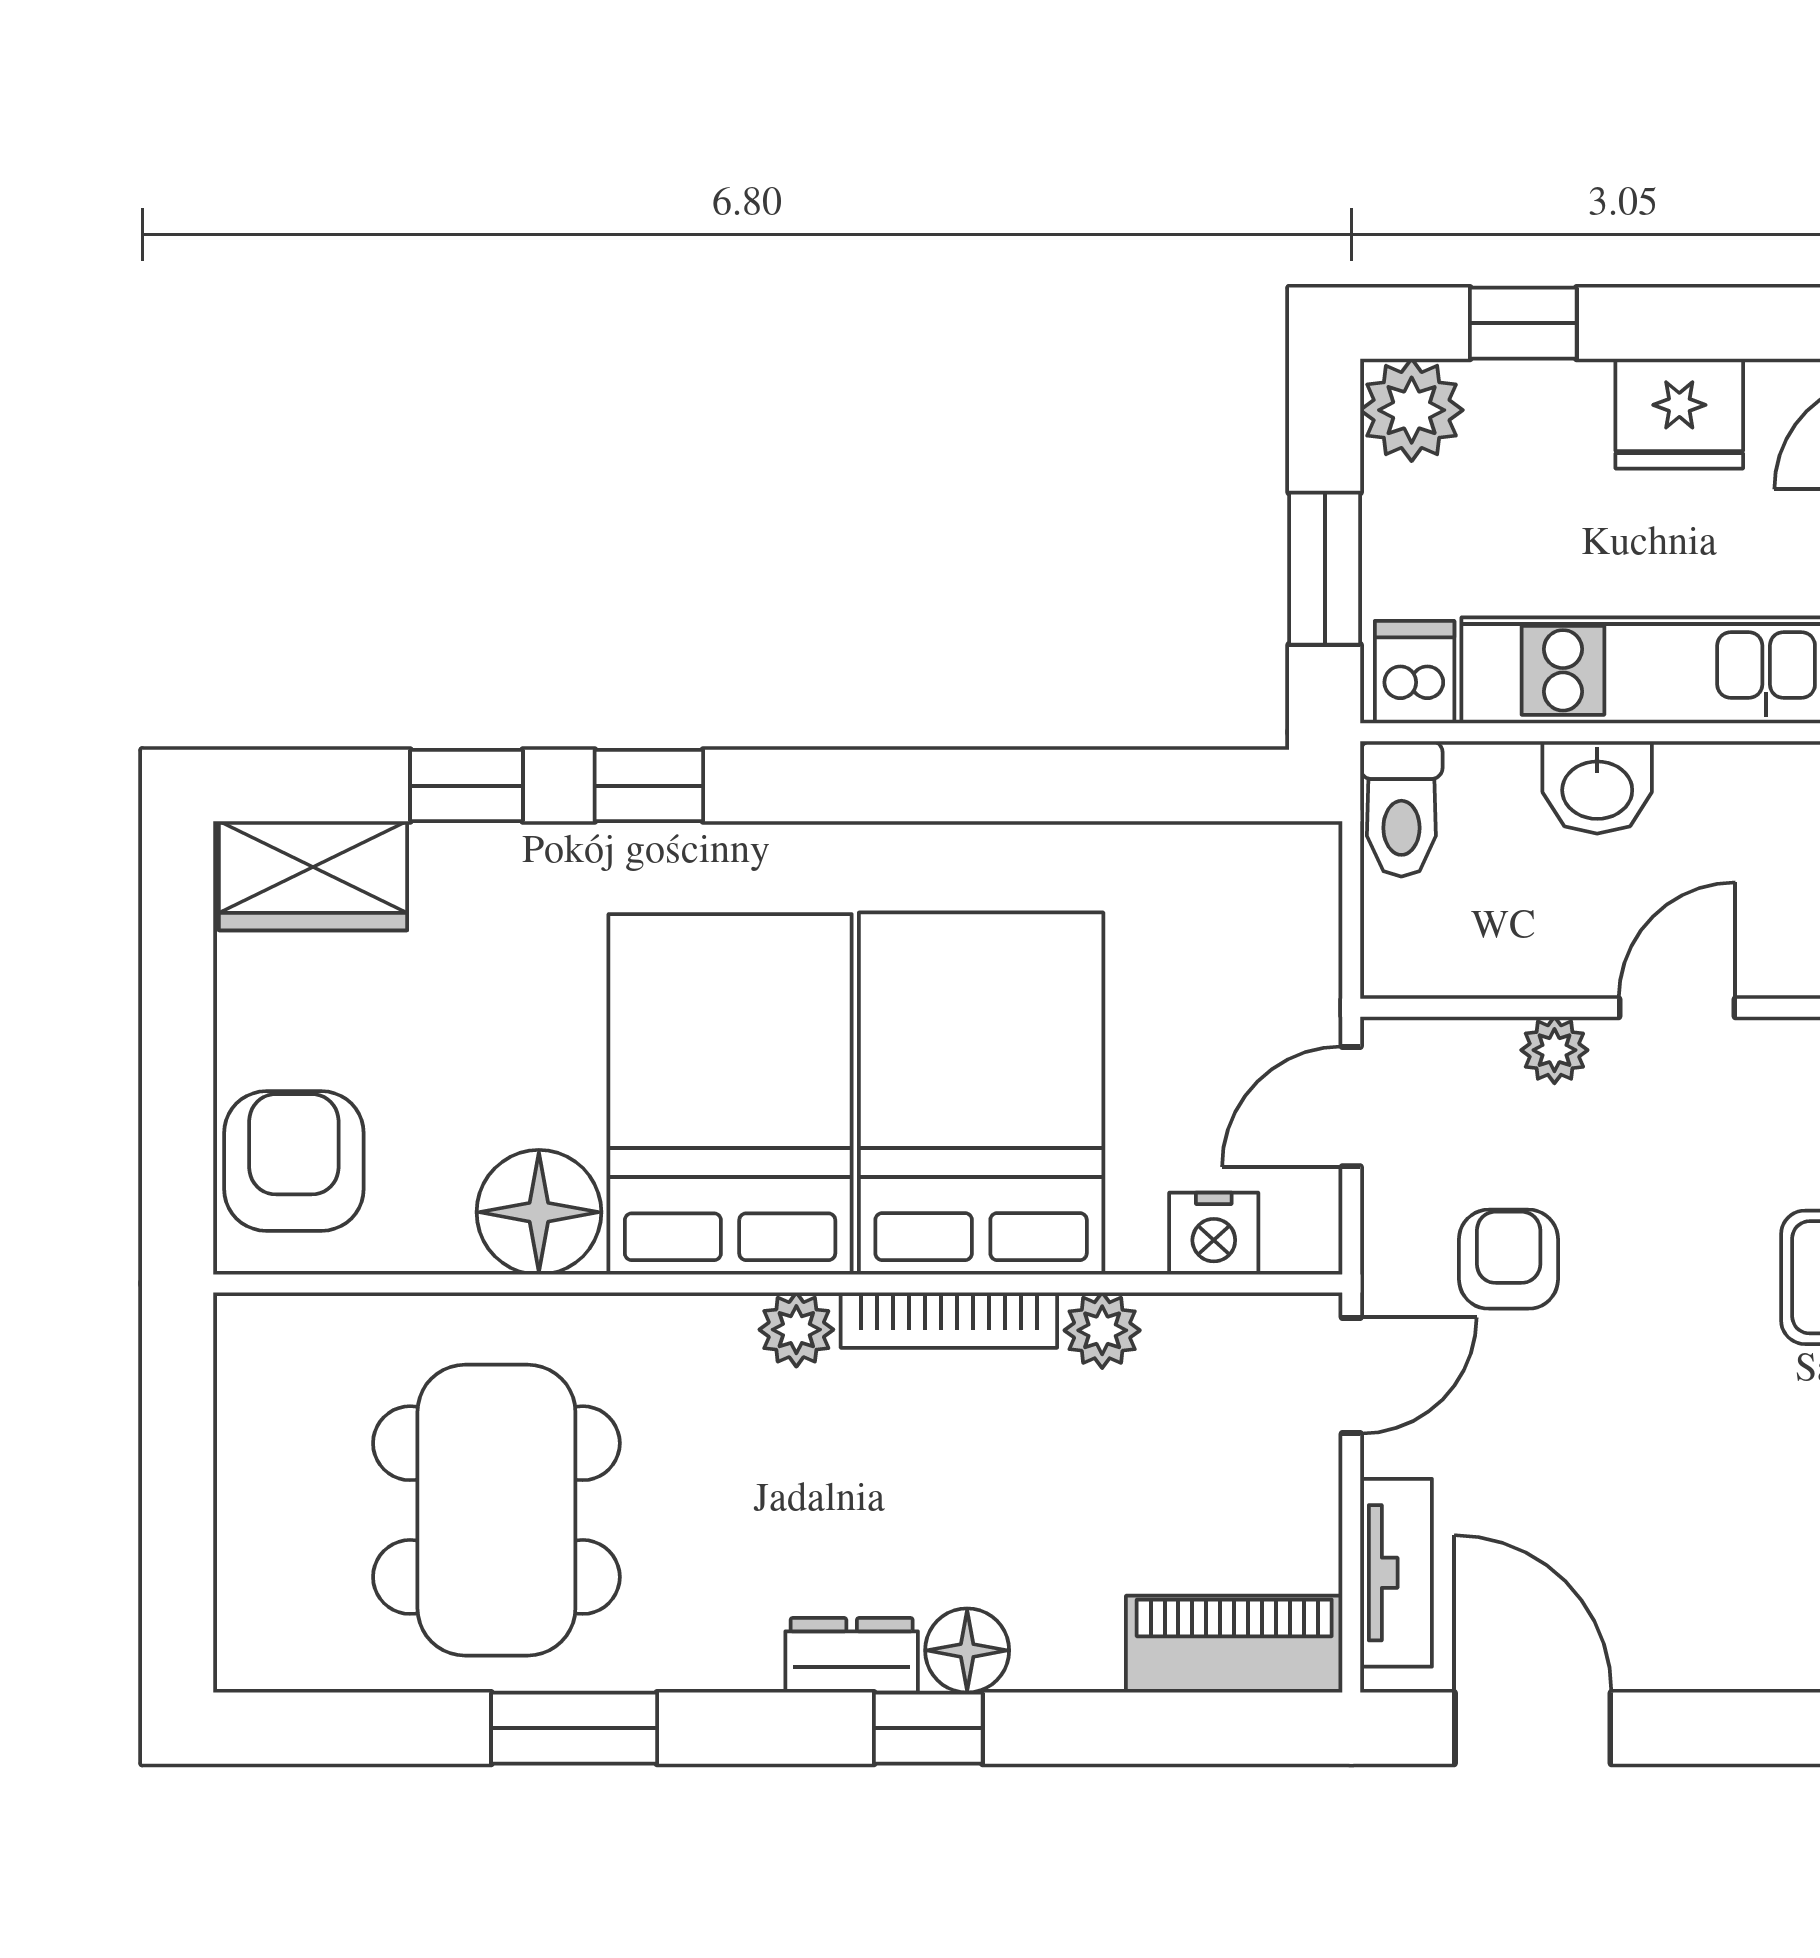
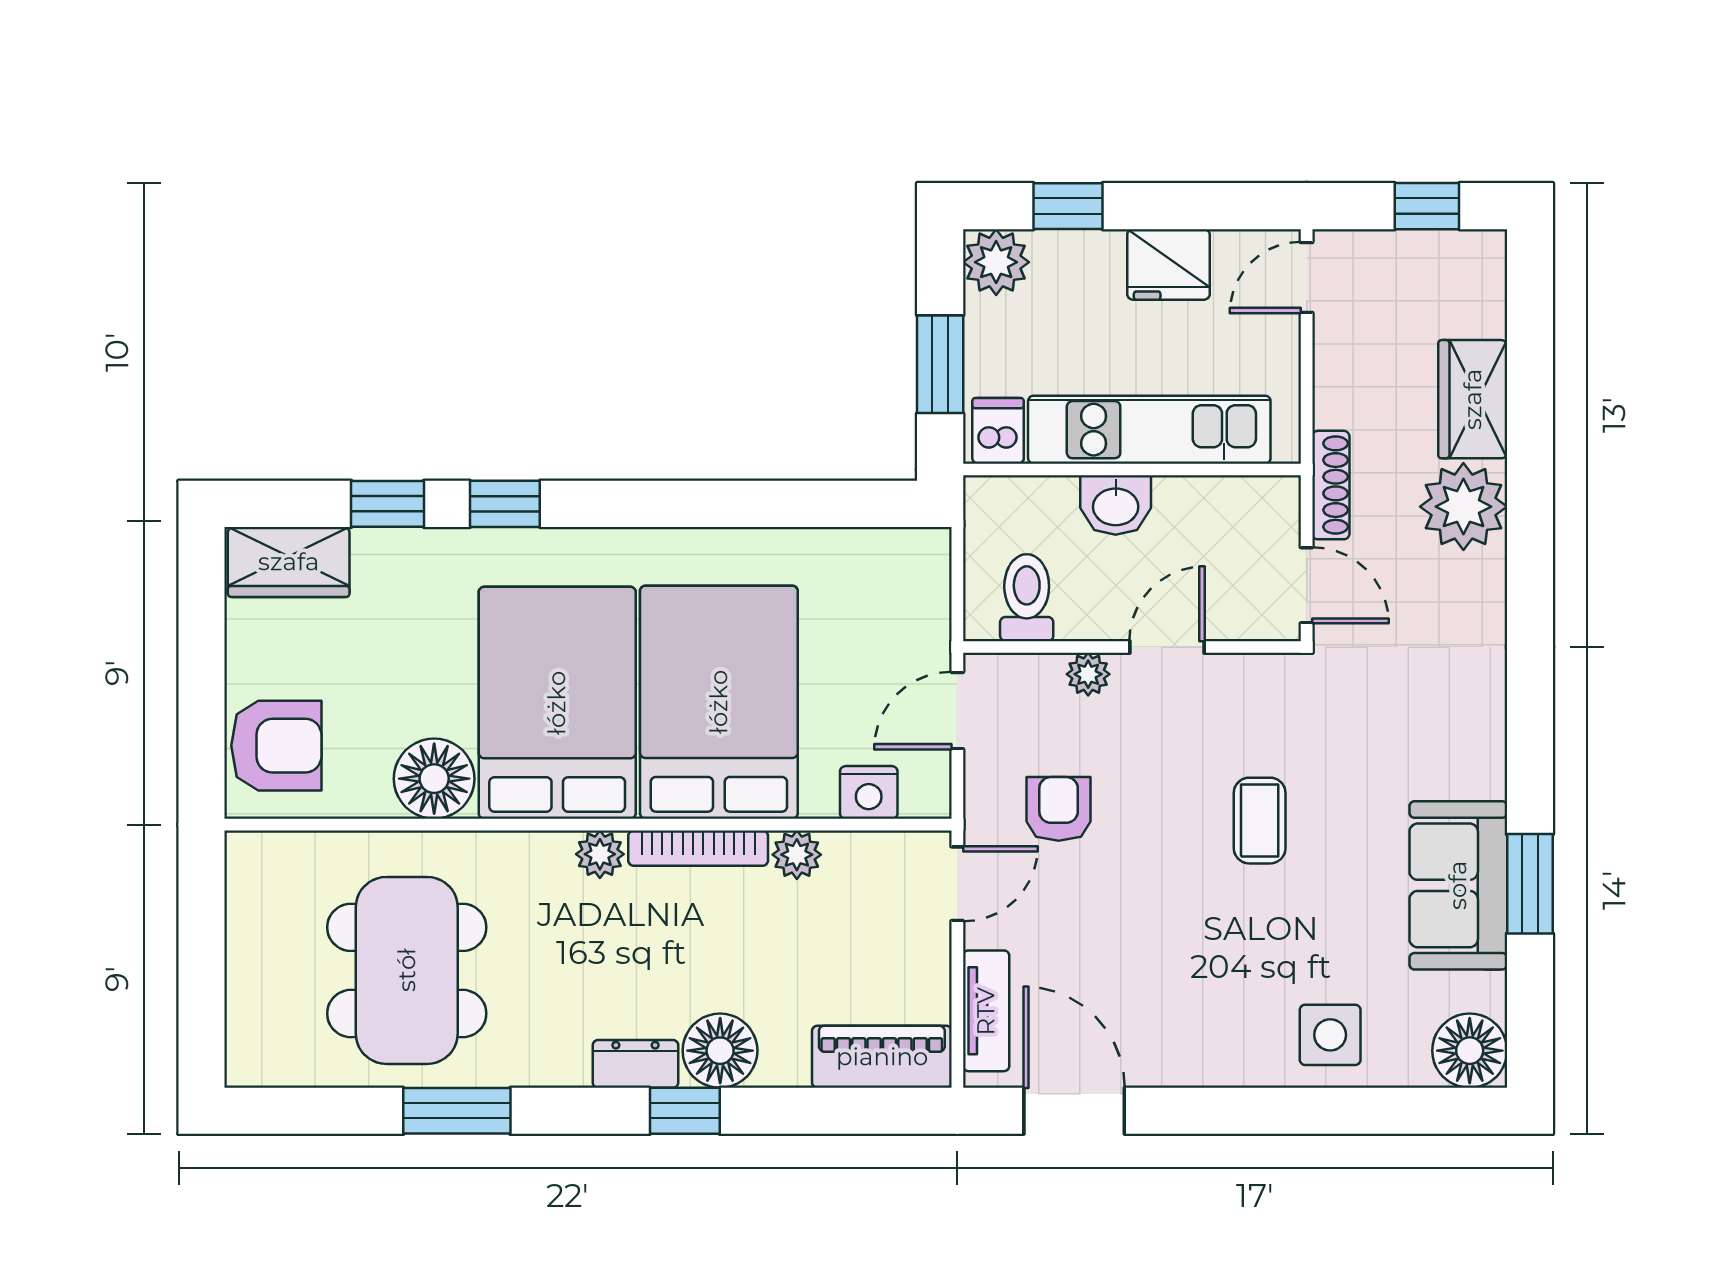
toilet: (1401, 809) -> (1027, 598), moved, turned 180
armchair: (294, 1161) -> (276, 746), turned 90
floor lamp: (967, 1650) -> (720, 1051), width x1.38, depth x1.38

